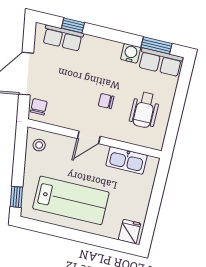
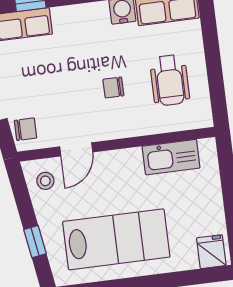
chair: (39, 107) -> (26, 129), turned 90
door: (89, 137) -> (76, 149), moved
window: (16, 197) -> (35, 242), moved

